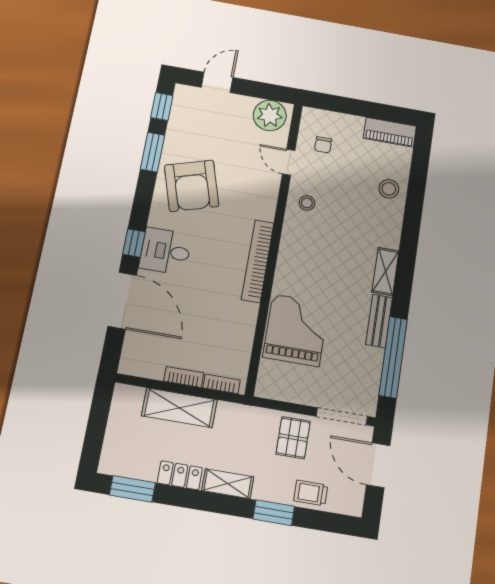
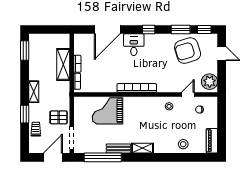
armchair: (192, 186) -> (188, 51), moved
window: (134, 243) -> (149, 30), moved
grand piano: (296, 330) -> (107, 111), turned 180
locker: (180, 475) -> (34, 70), removed

